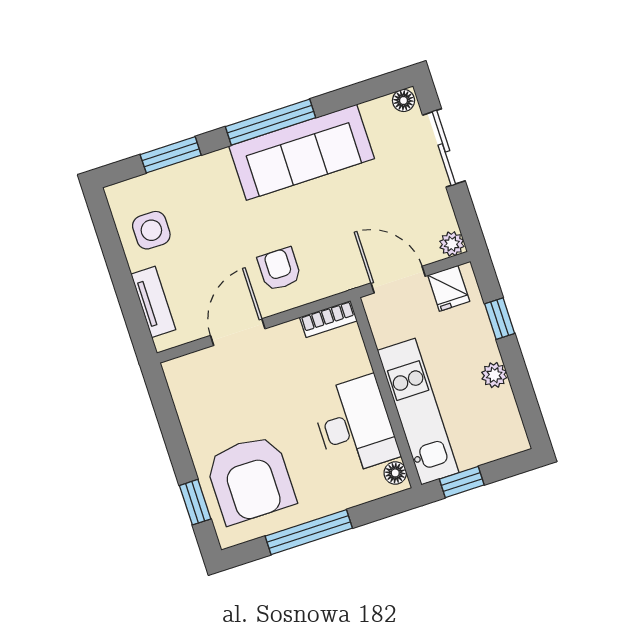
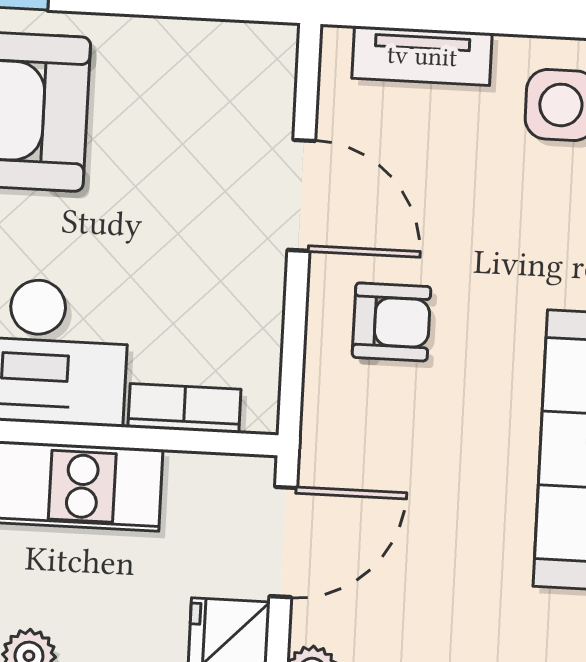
bookcase: (328, 319) -> (184, 408), moved, turned 90

